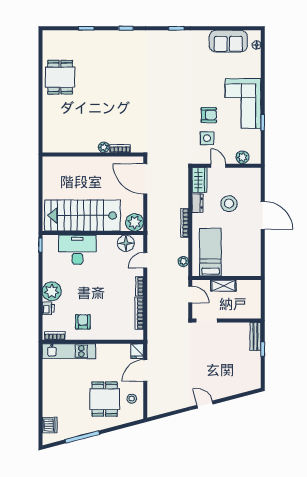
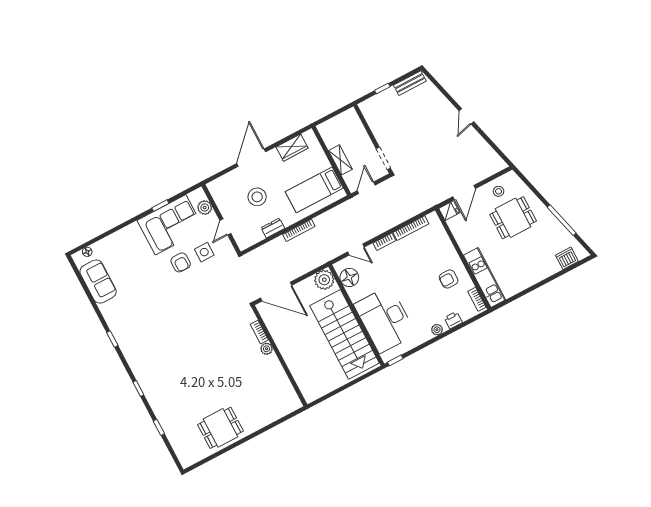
corner sofa: (243, 104) -> (171, 225), moved
armchair: (209, 115) -> (181, 262), turned 180
door: (145, 179) -> (276, 292), hinge flipped
wardrobe: (199, 180) -> (292, 148), moved, turned 180
desk: (77, 250) -> (385, 319), width x1.36, depth x1.30
plant: (183, 261) -> (337, 212), removed
plant: (52, 291) -> (437, 330), width x0.53, depth x0.53
bench: (255, 336) -> (410, 83), moved
door: (145, 371) -> (464, 193), hinge flipped

